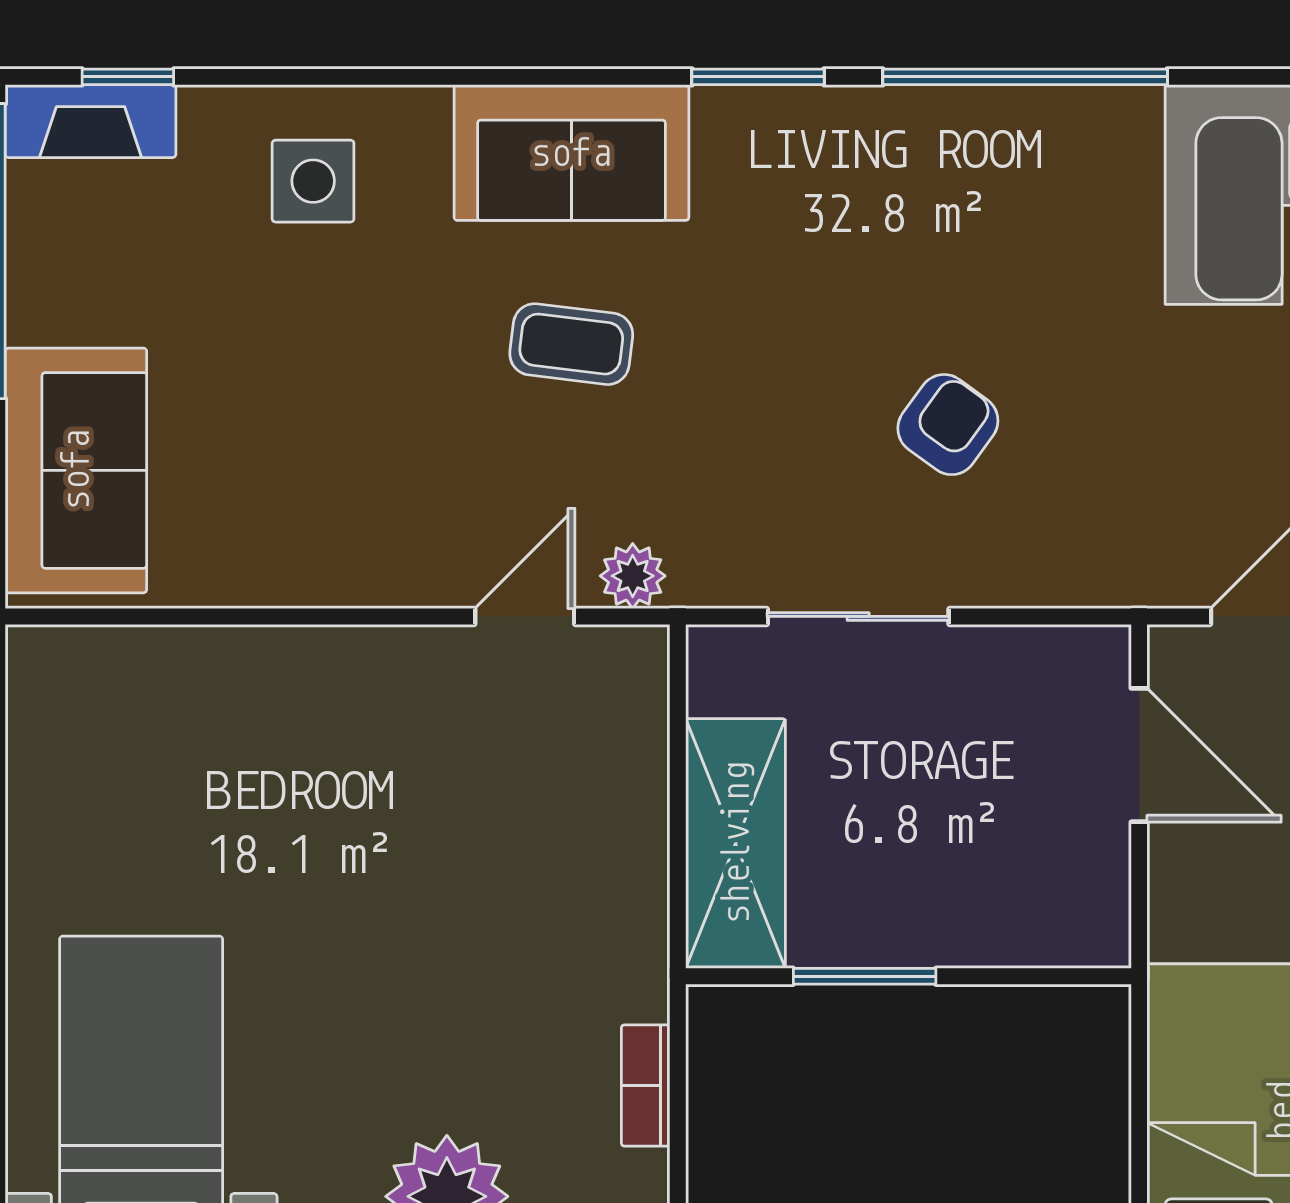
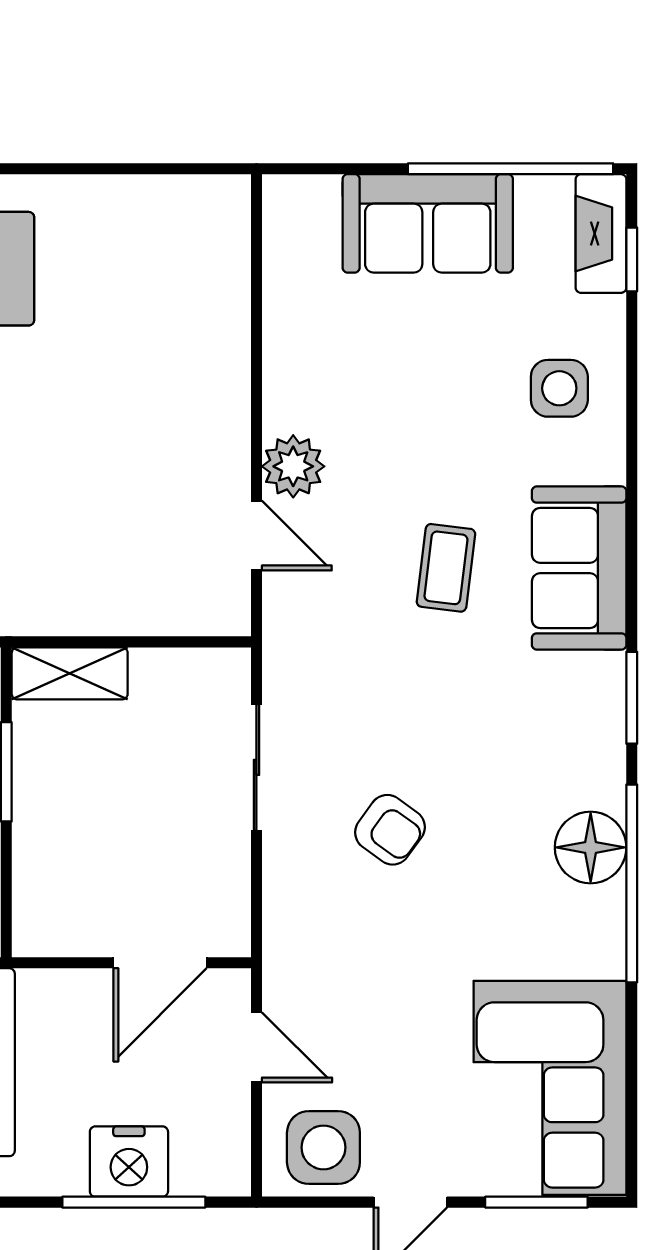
floor lamp: (973, 136) -> (591, 847), added
sofa: (76, 470) -> (428, 223), moved
plant: (633, 576) -> (293, 466), moved, width x1.38, depth x1.38
shelving: (736, 843) -> (70, 673), width x0.67, depth x0.75

